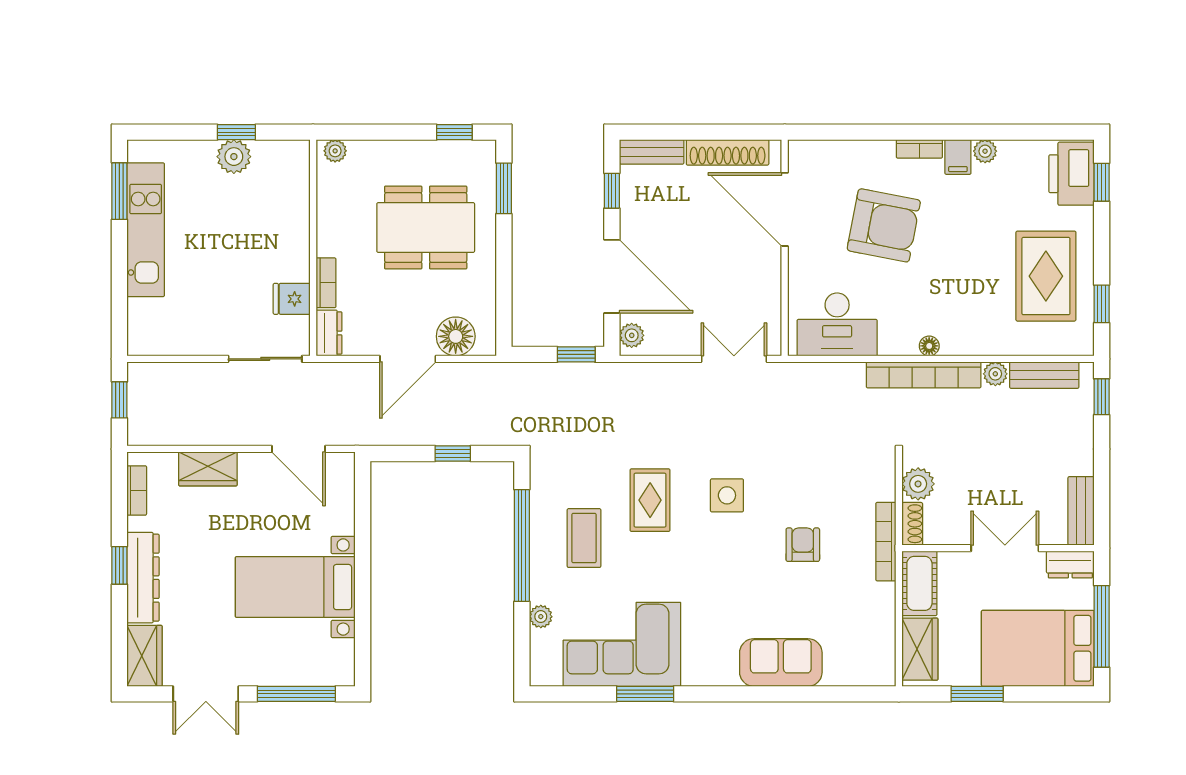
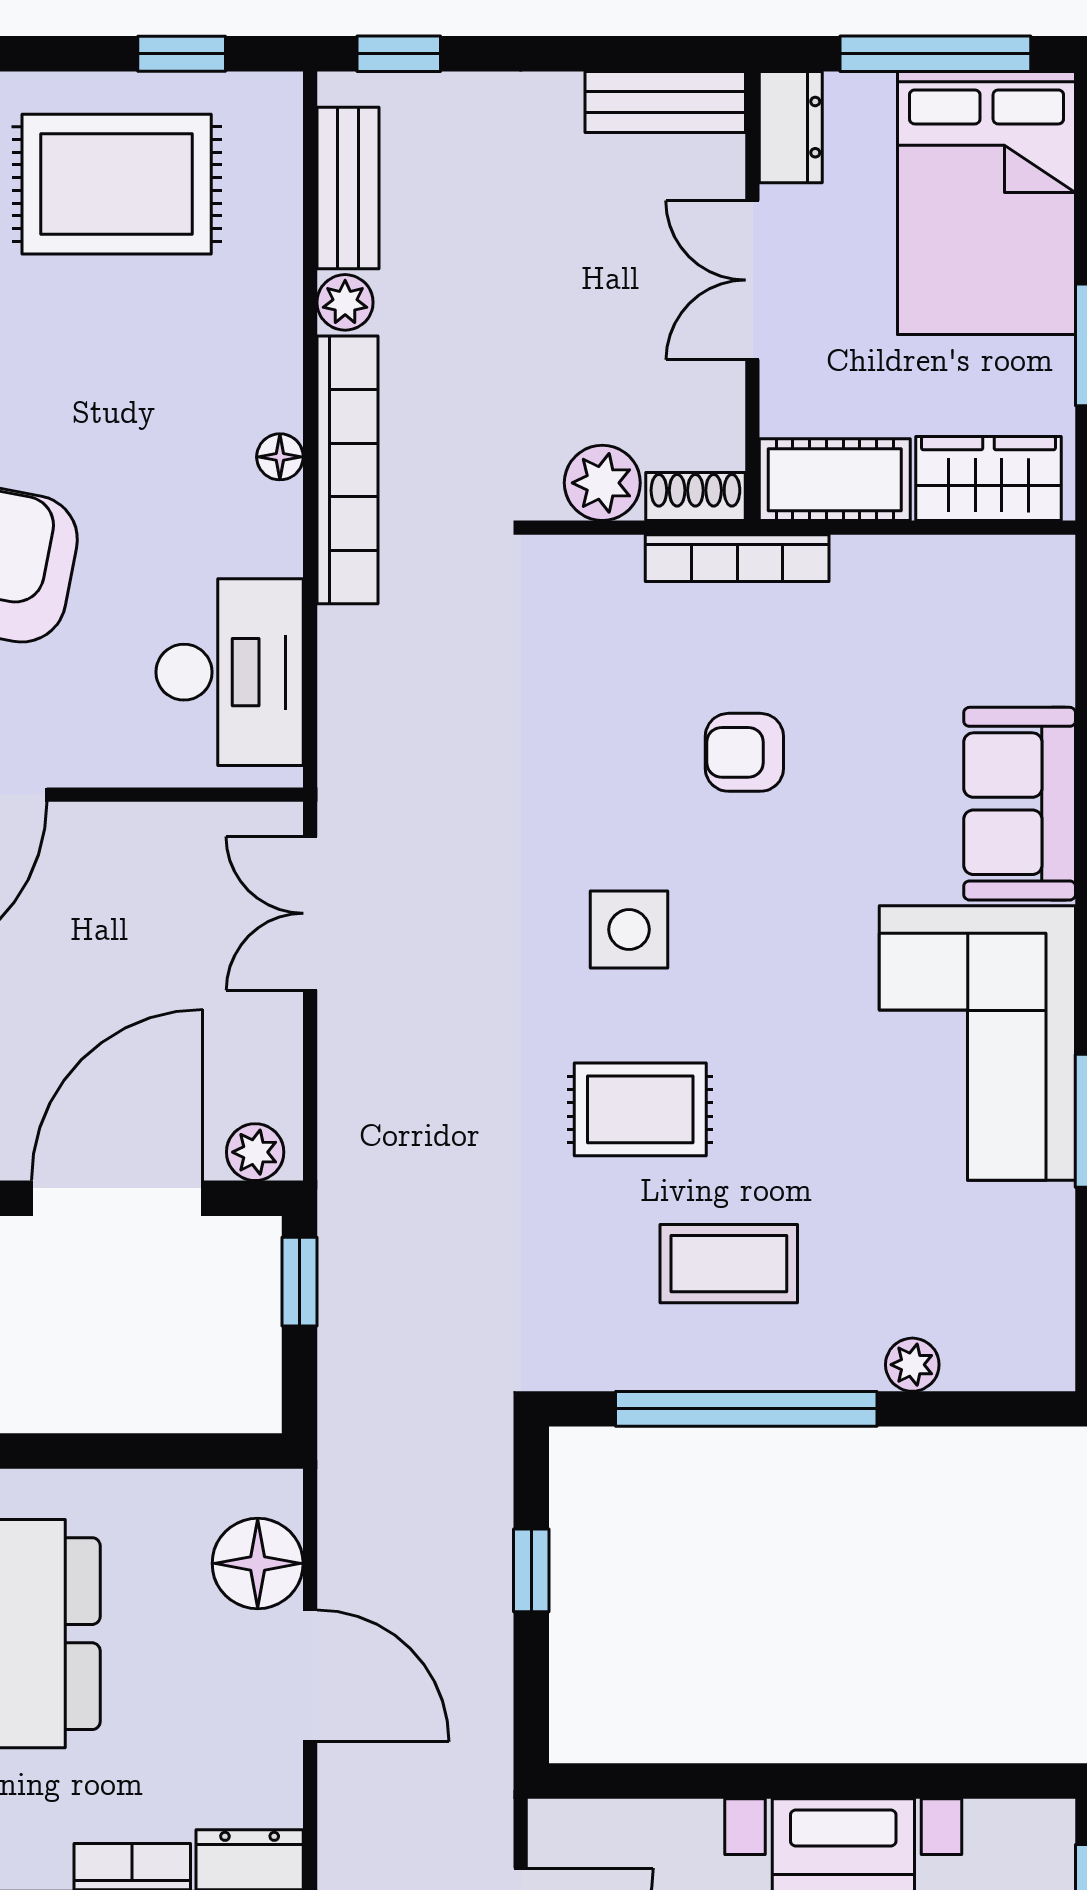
corner sofa: (622, 644) -> (977, 1043), moved

